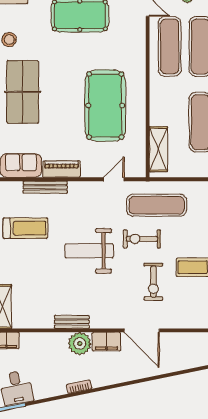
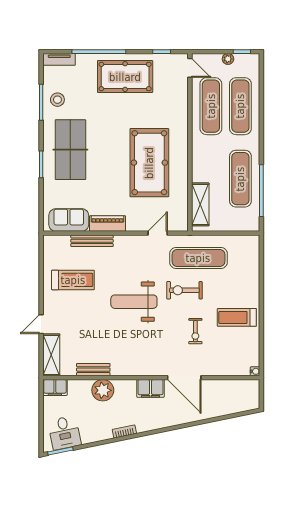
exercise bike: (153, 282) -> (195, 331), width x0.73, depth x0.72
bench: (72, 322) -> (93, 370), moved
plant: (80, 344) -> (103, 390), moved

